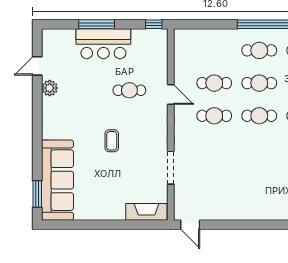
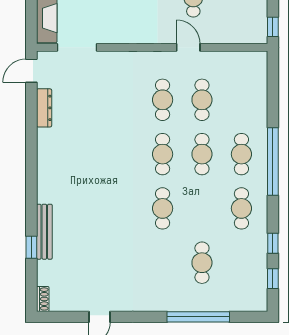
door: (171, 94) -> (188, 47), swing flipped
doorway: (171, 168) -> (77, 47), moved
dresser: (221, 214) -> (44, 108), added

